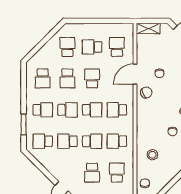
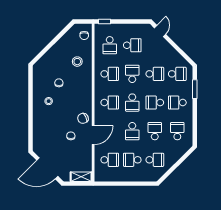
school desk: (67, 47) -> (155, 160), turned -90
school desk: (92, 47) -> (132, 160), turned 180
school desk: (117, 47) -> (110, 160), turned -90
school desk: (92, 110) -> (132, 103), turned -90
school desk: (92, 141) -> (132, 74), turned 90
school desk: (92, 173) -> (132, 45), turned 90

